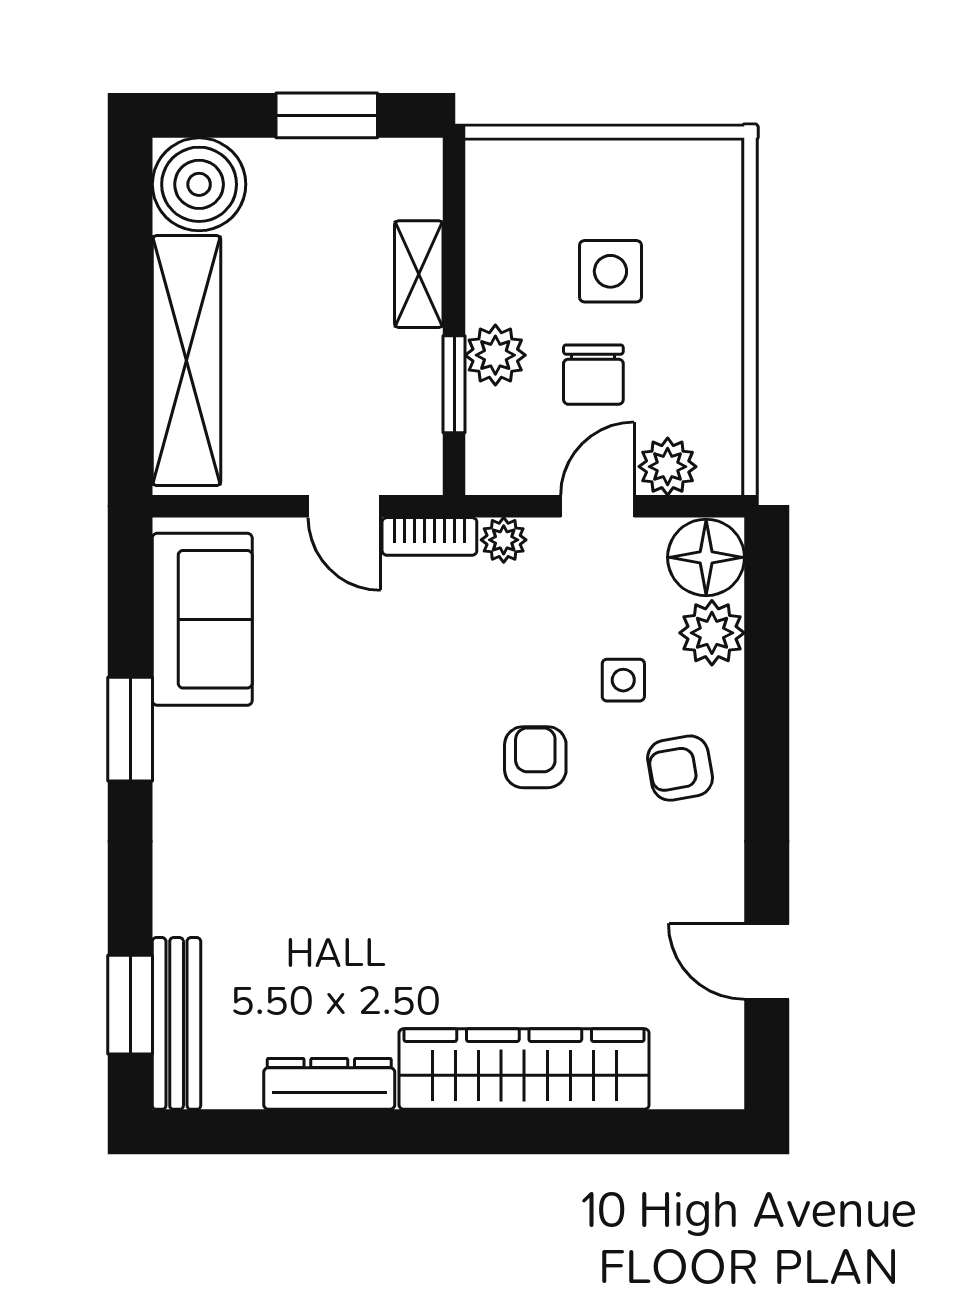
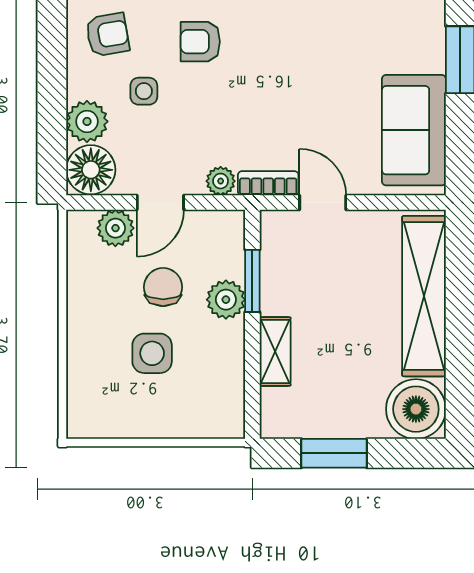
armchair: (535, 757) -> (200, 42), turned 90

